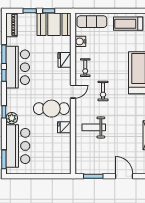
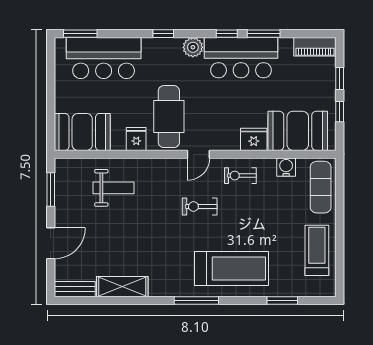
booth: (54, 24) -> (298, 131), moved, turned 90
door: (73, 92) -> (198, 154), hinge flipped
plant: (12, 118) -> (193, 47), moved
weight bench: (94, 127) -> (114, 188), moved, turned 90
booth: (60, 158) -> (82, 132), added

